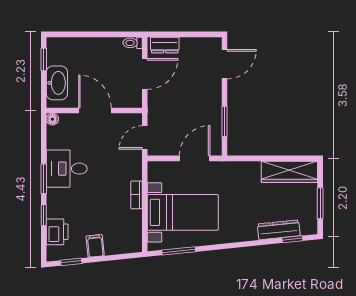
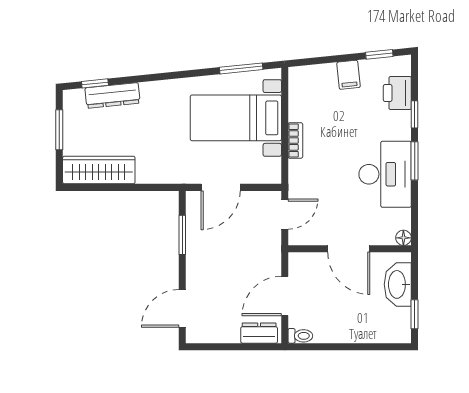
desk: (67, 169) -> (385, 174), width x1.37

